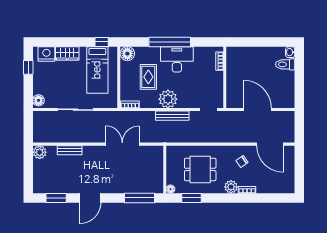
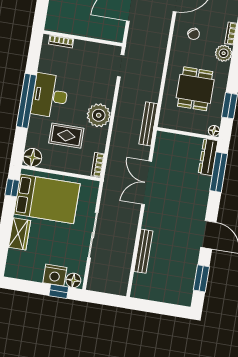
nightstand: (46, 54) -> (55, 275), moved, turned -90
window: (28, 67) -> (59, 291), moved
bed: (97, 70) -> (47, 199), width x1.50
bench: (172, 116) -> (148, 124), moved
bench: (70, 150) -> (143, 251), width x1.36
plant: (40, 152) -> (140, 290), removed
dresser: (150, 188) -> (208, 157), added

